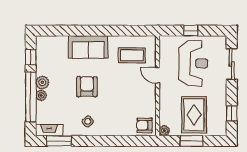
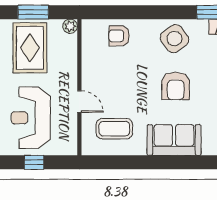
side table: (88, 121) -> (174, 39), width x1.87, depth x1.87
armchair: (144, 125) -> (119, 36), moved, turned 180

